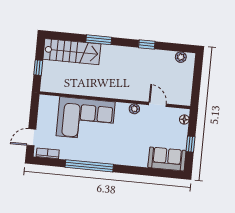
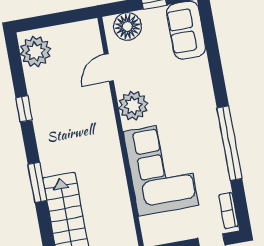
plant: (181, 57) -> (35, 52), width x1.87, depth x1.87
plant: (134, 109) -> (133, 106), width x1.88, depth x1.88
floor lamp: (184, 119) -> (127, 26), width x1.89, depth x1.89

